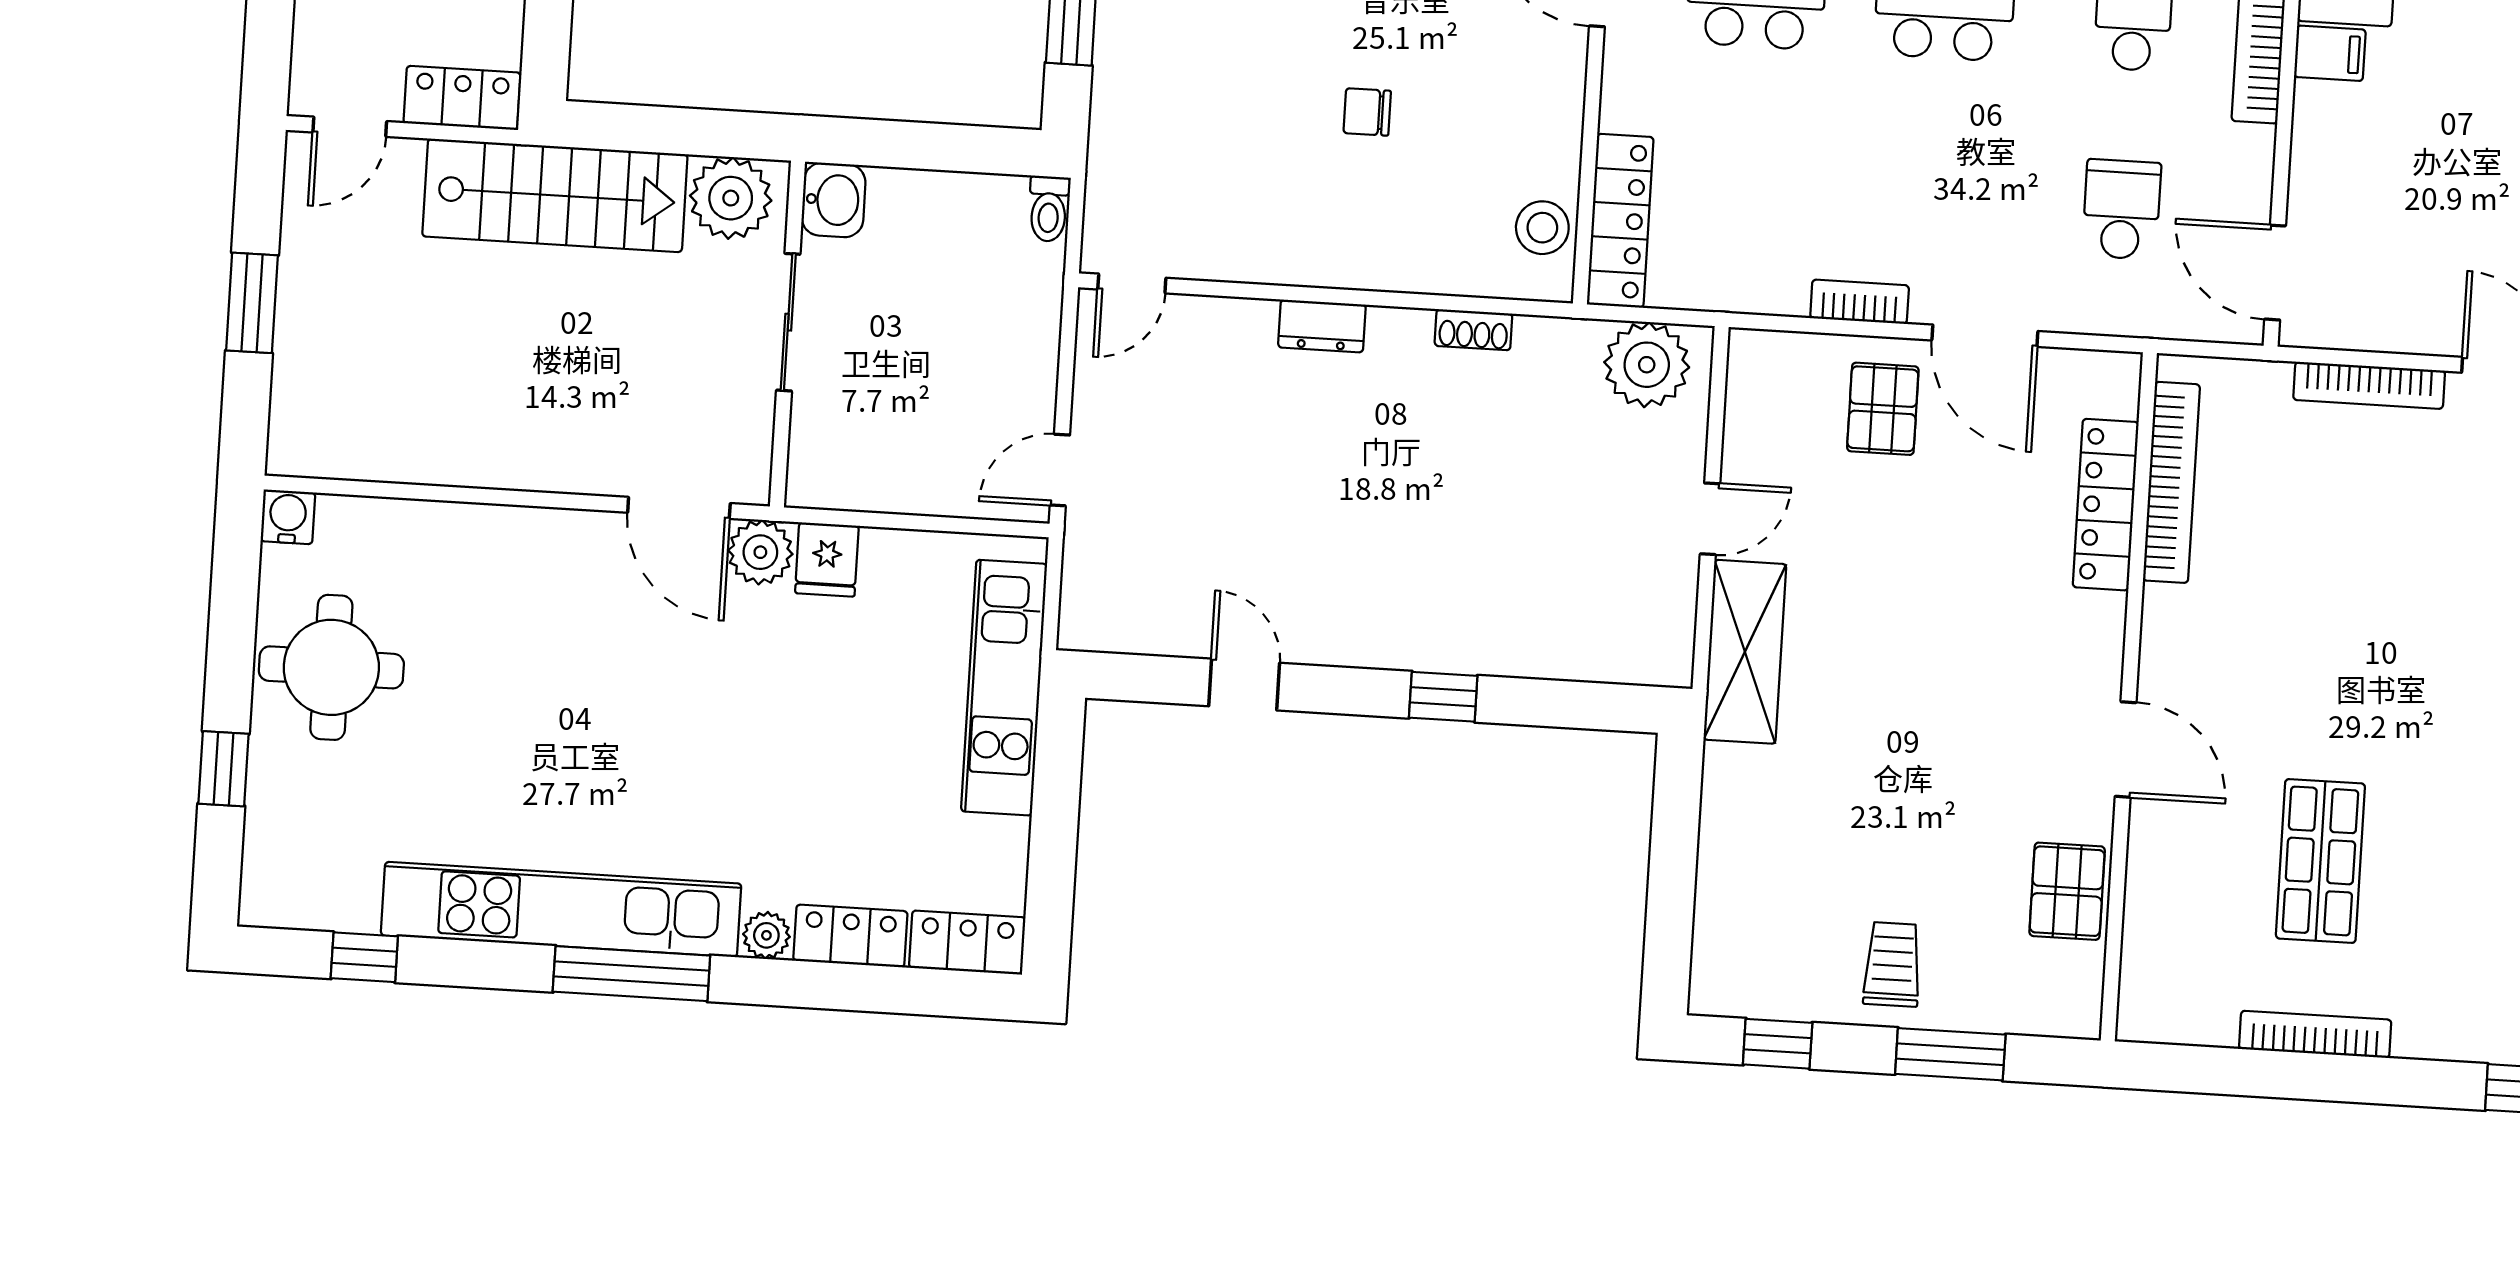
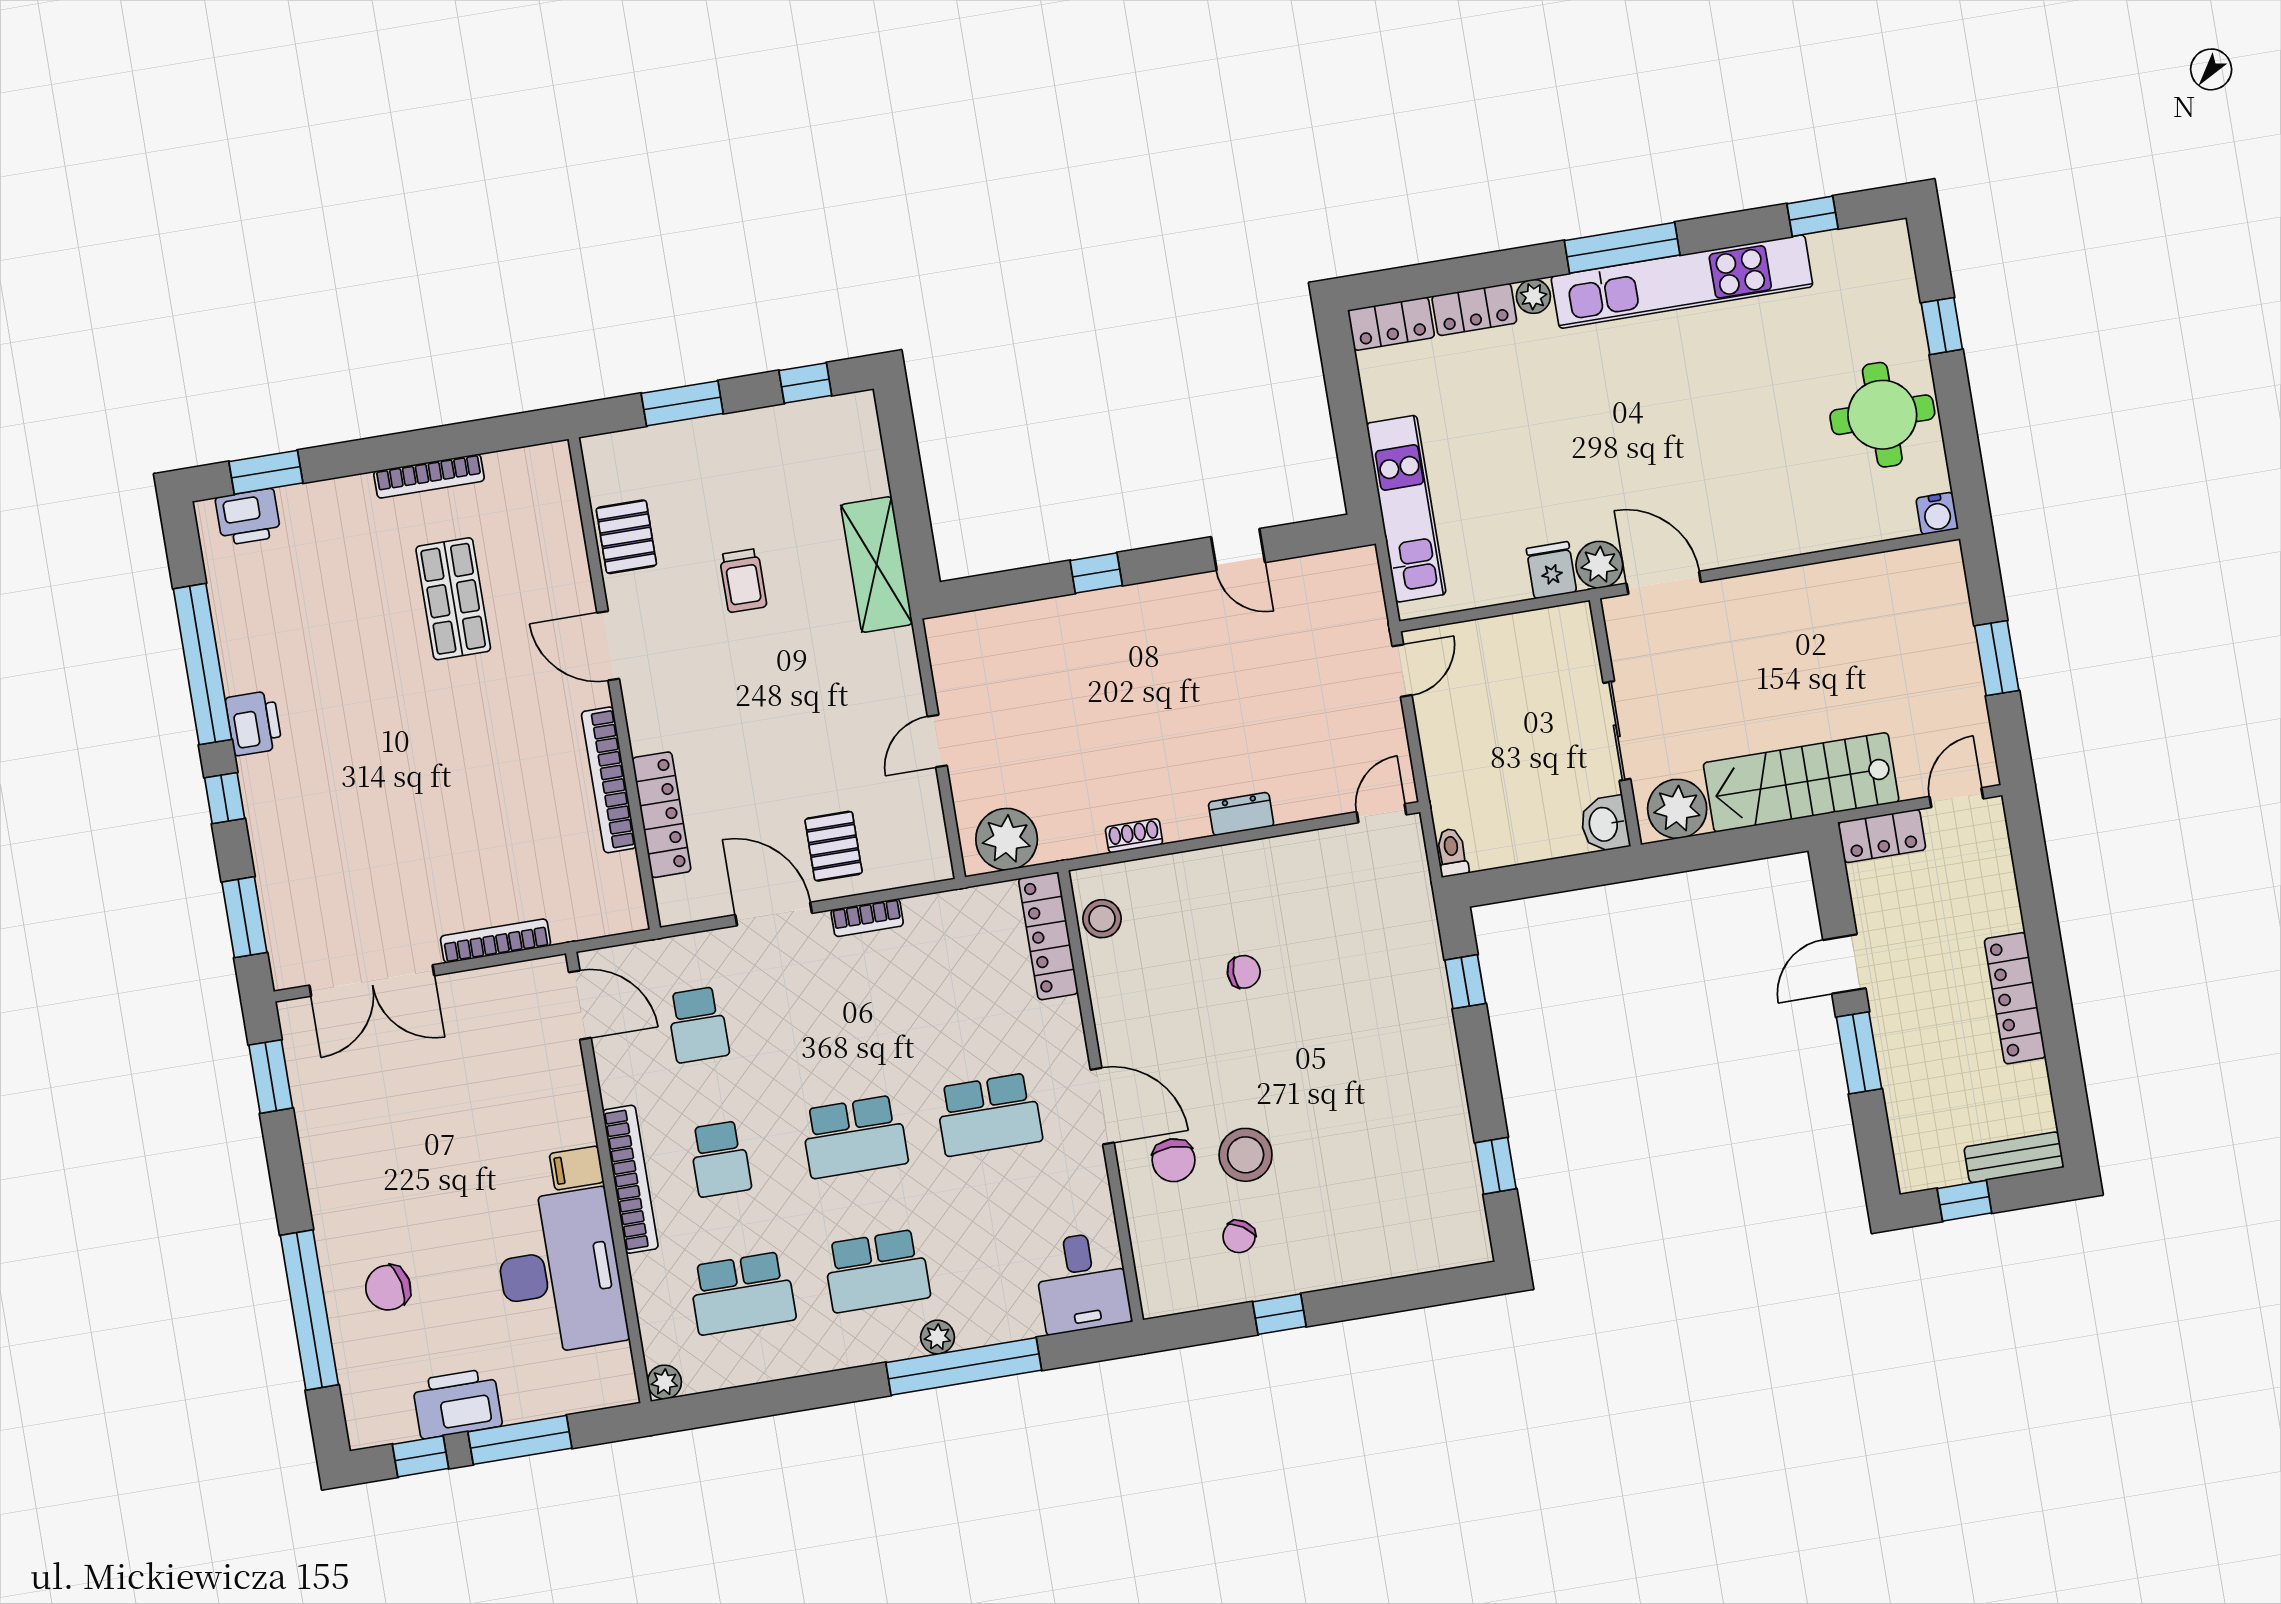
bookcase: (2171, 482) -> (609, 780), moved
shelving: (1745, 652) -> (877, 564), moved
trolley: (1892, 964) -> (743, 581), moved

